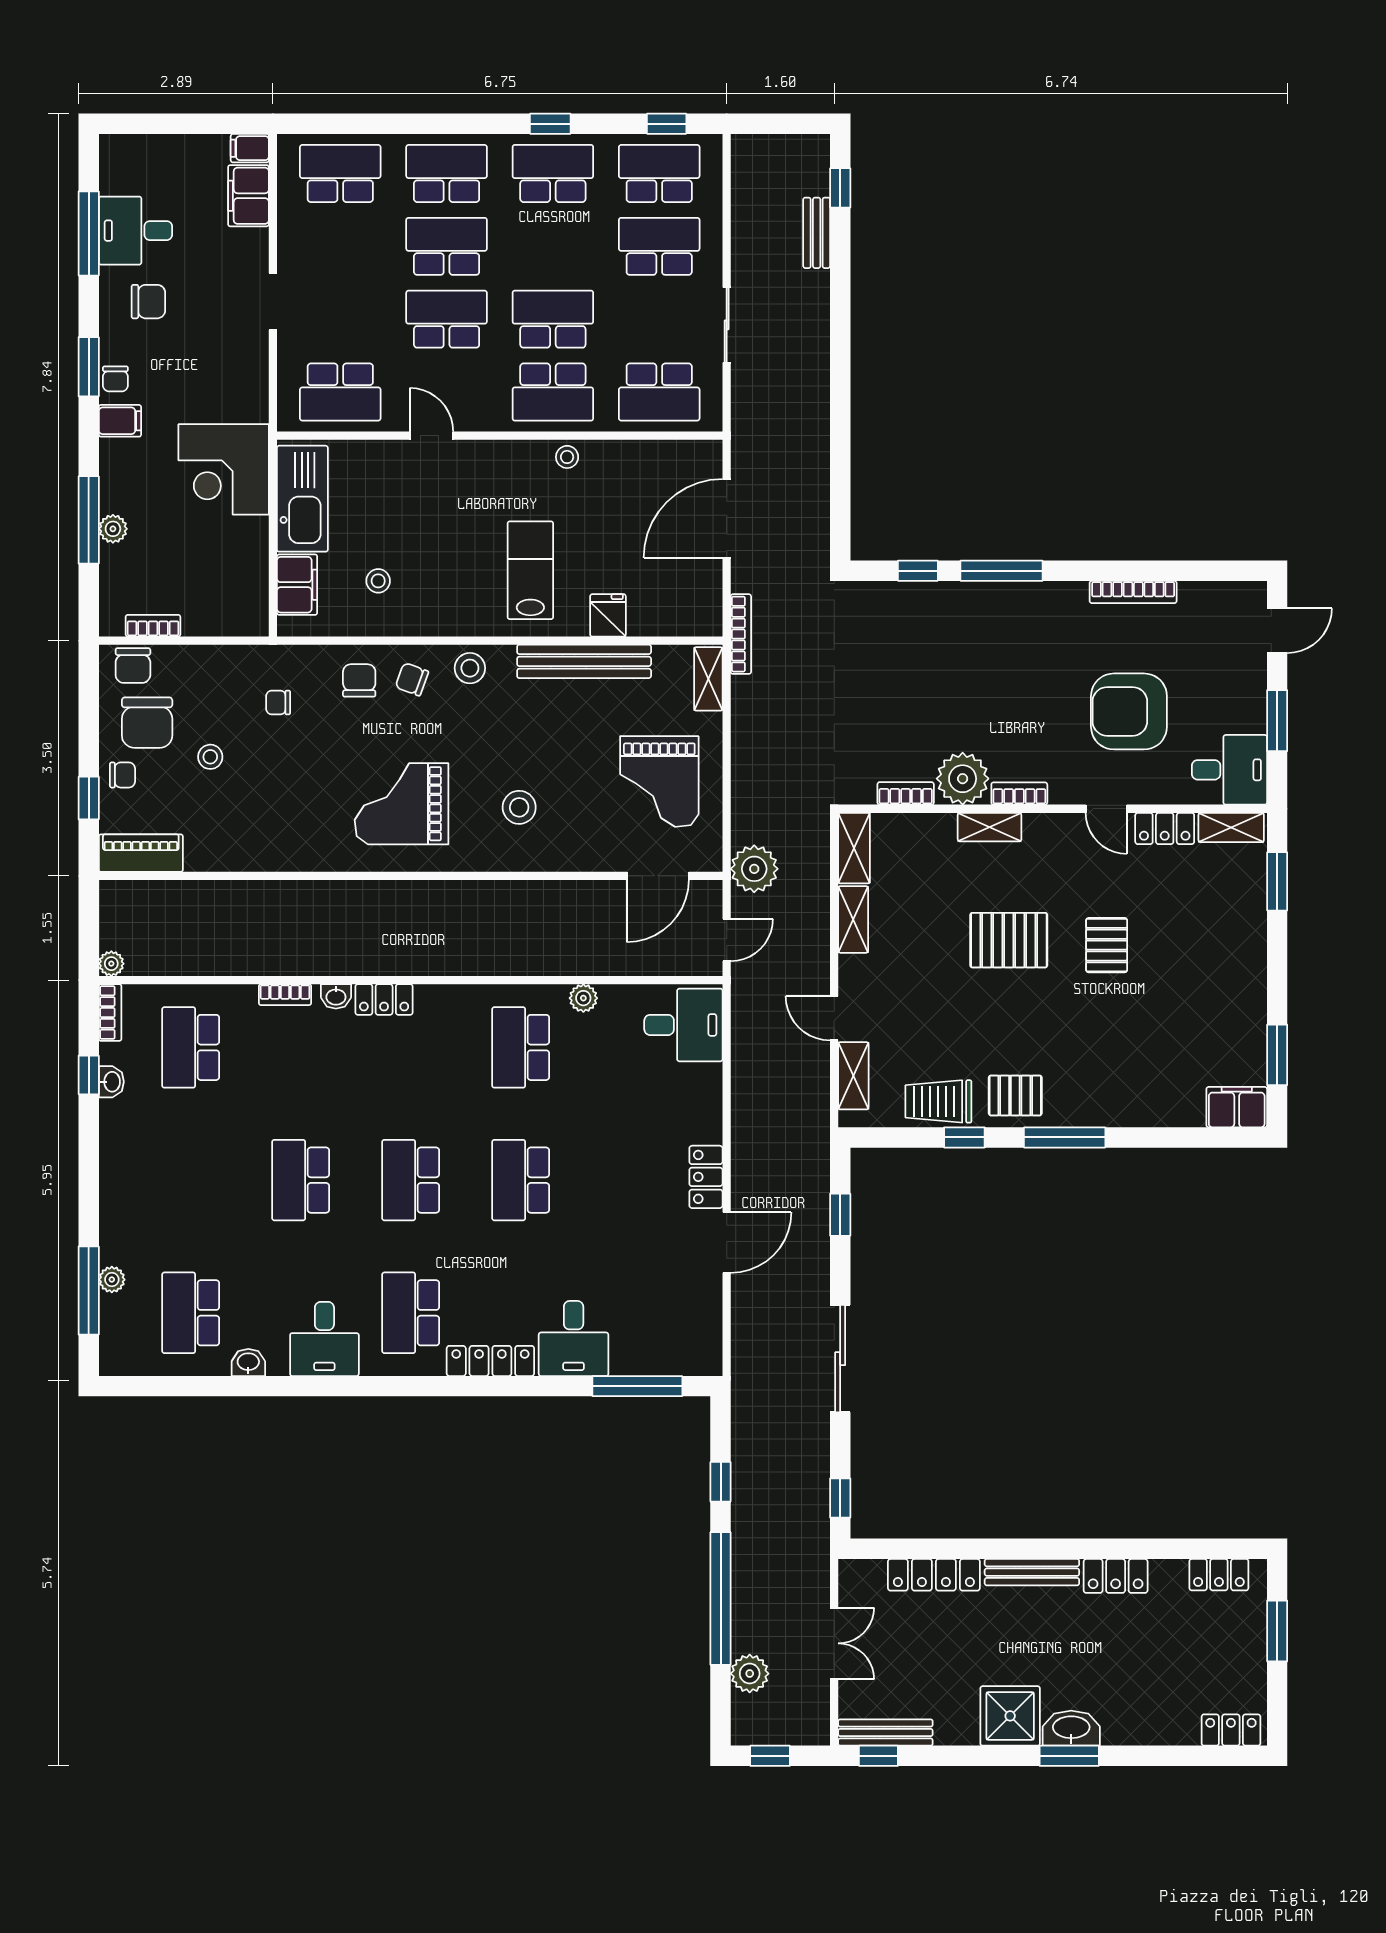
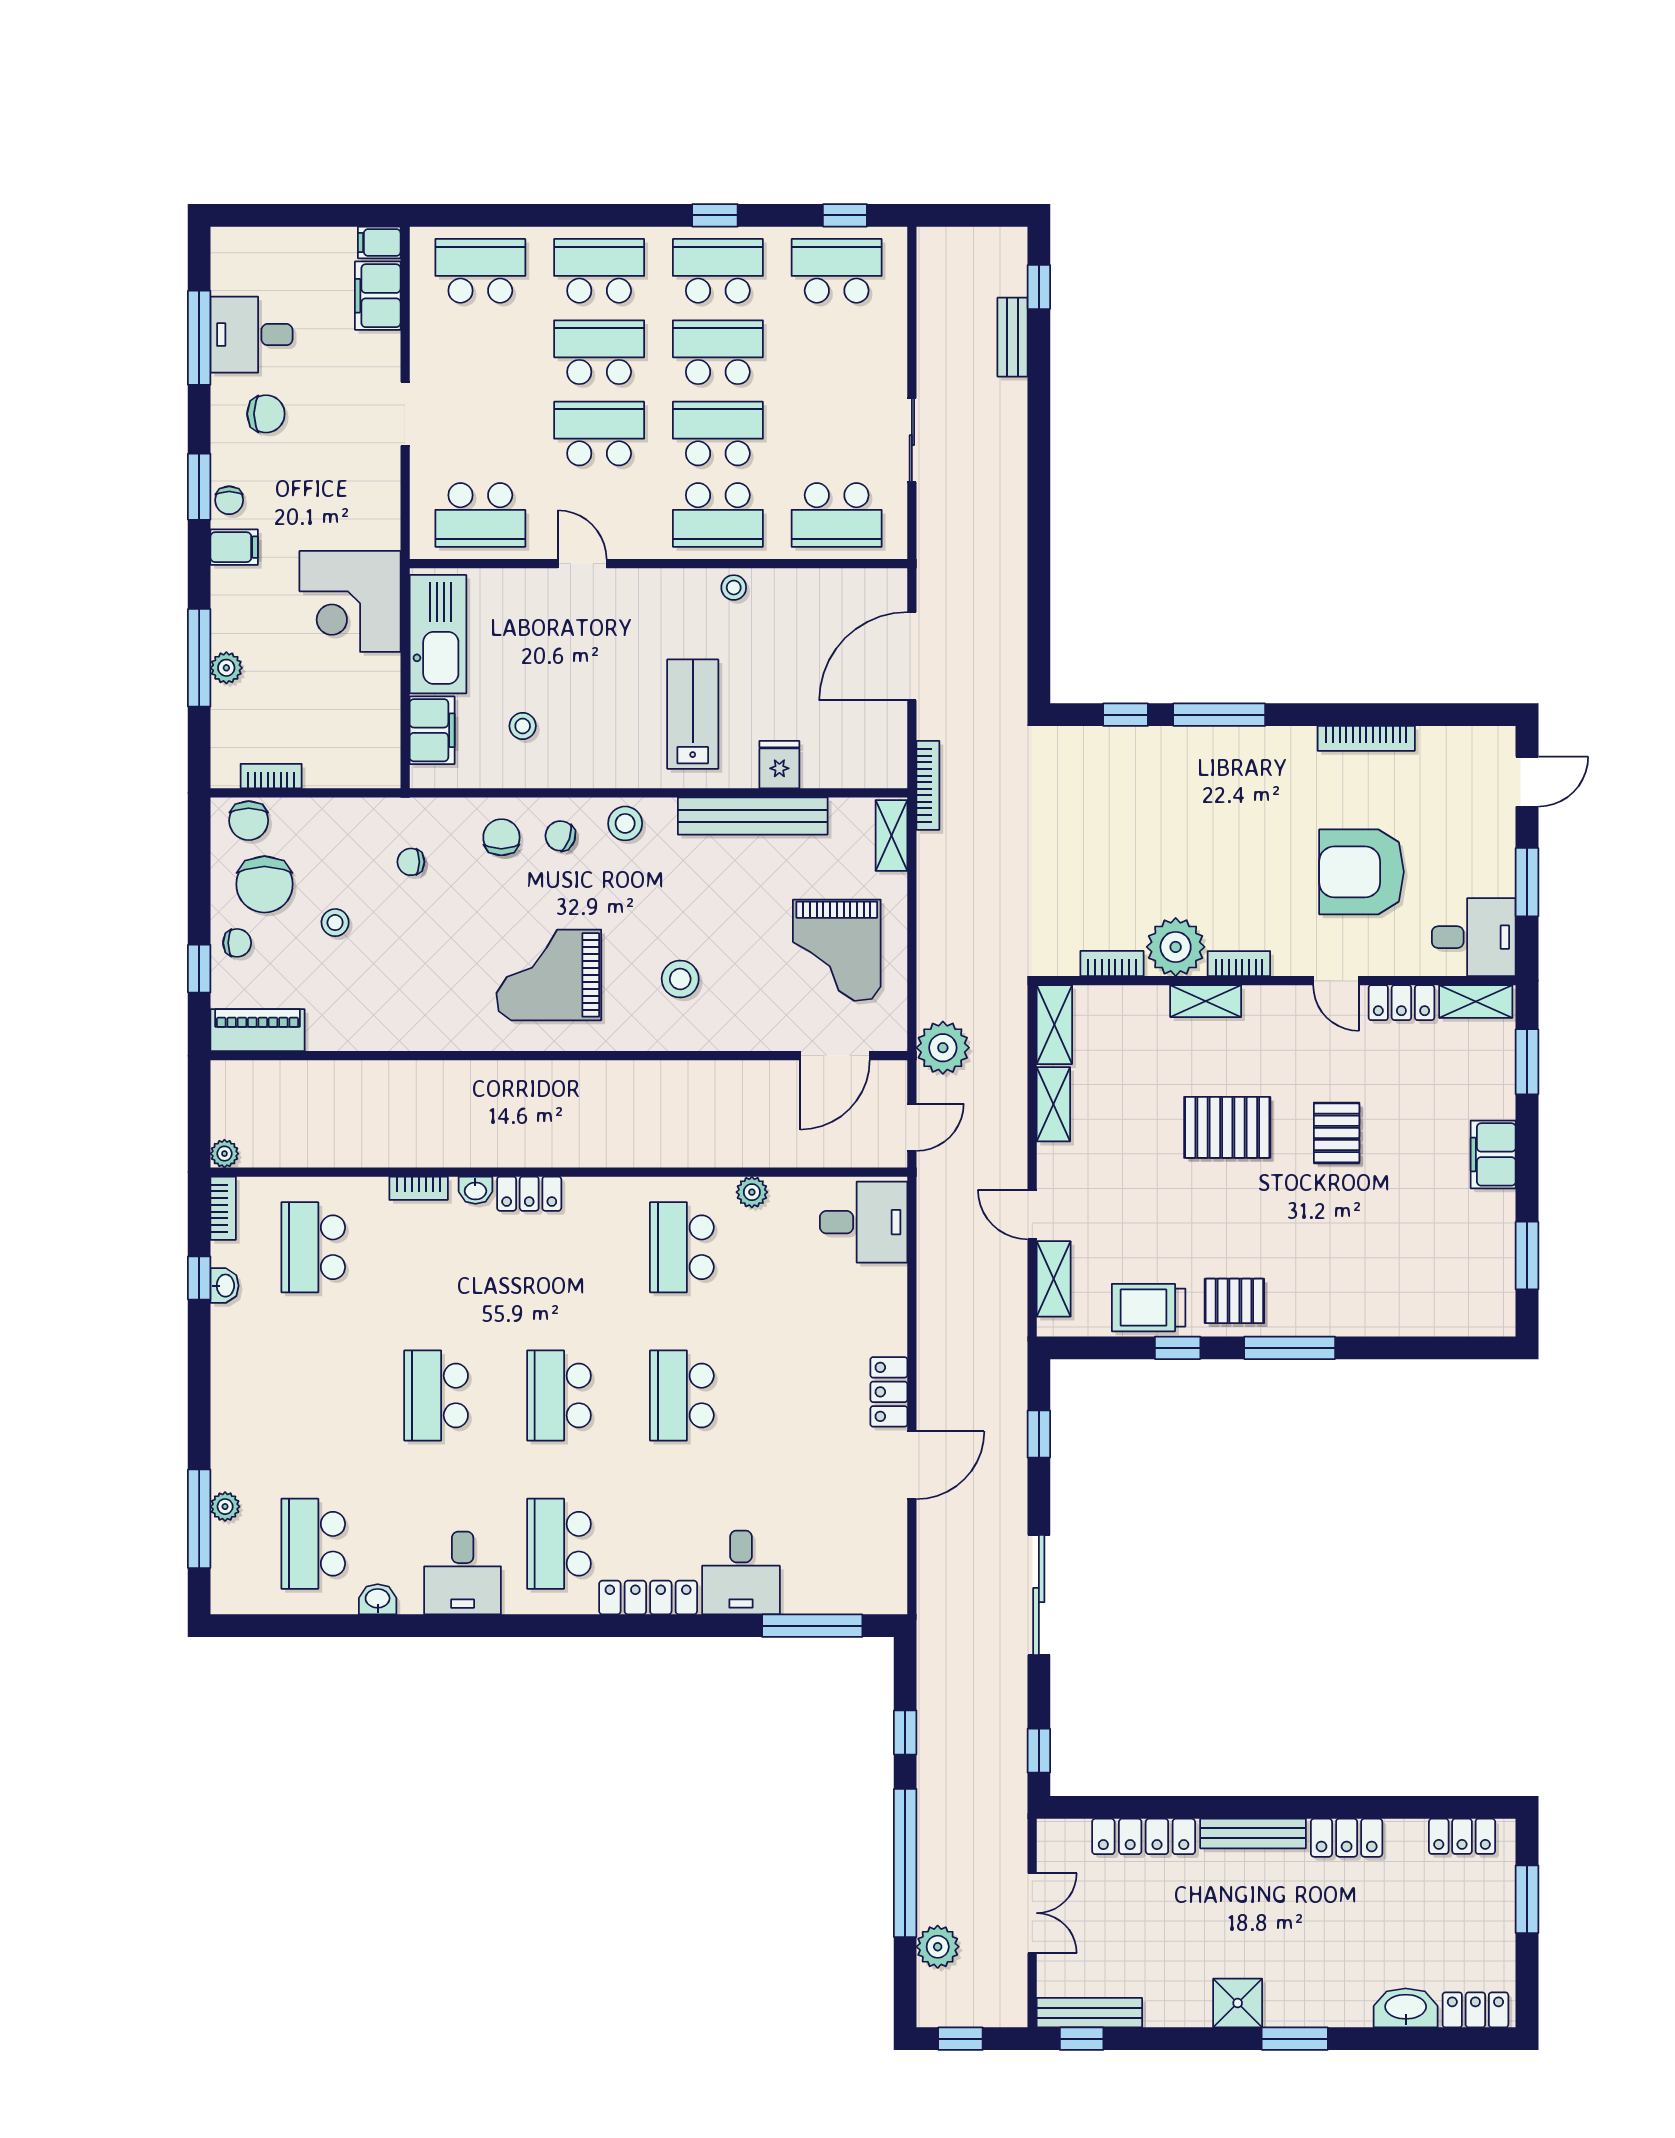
school desk: (659, 246) -> (718, 352), moved
filing cabinet: (1237, 1107) -> (1493, 1154), moved, turned -90
shower: (1010, 1716) -> (1238, 2003), width x0.73, depth x0.73
washbasin: (1071, 1728) -> (1406, 2008), moved

